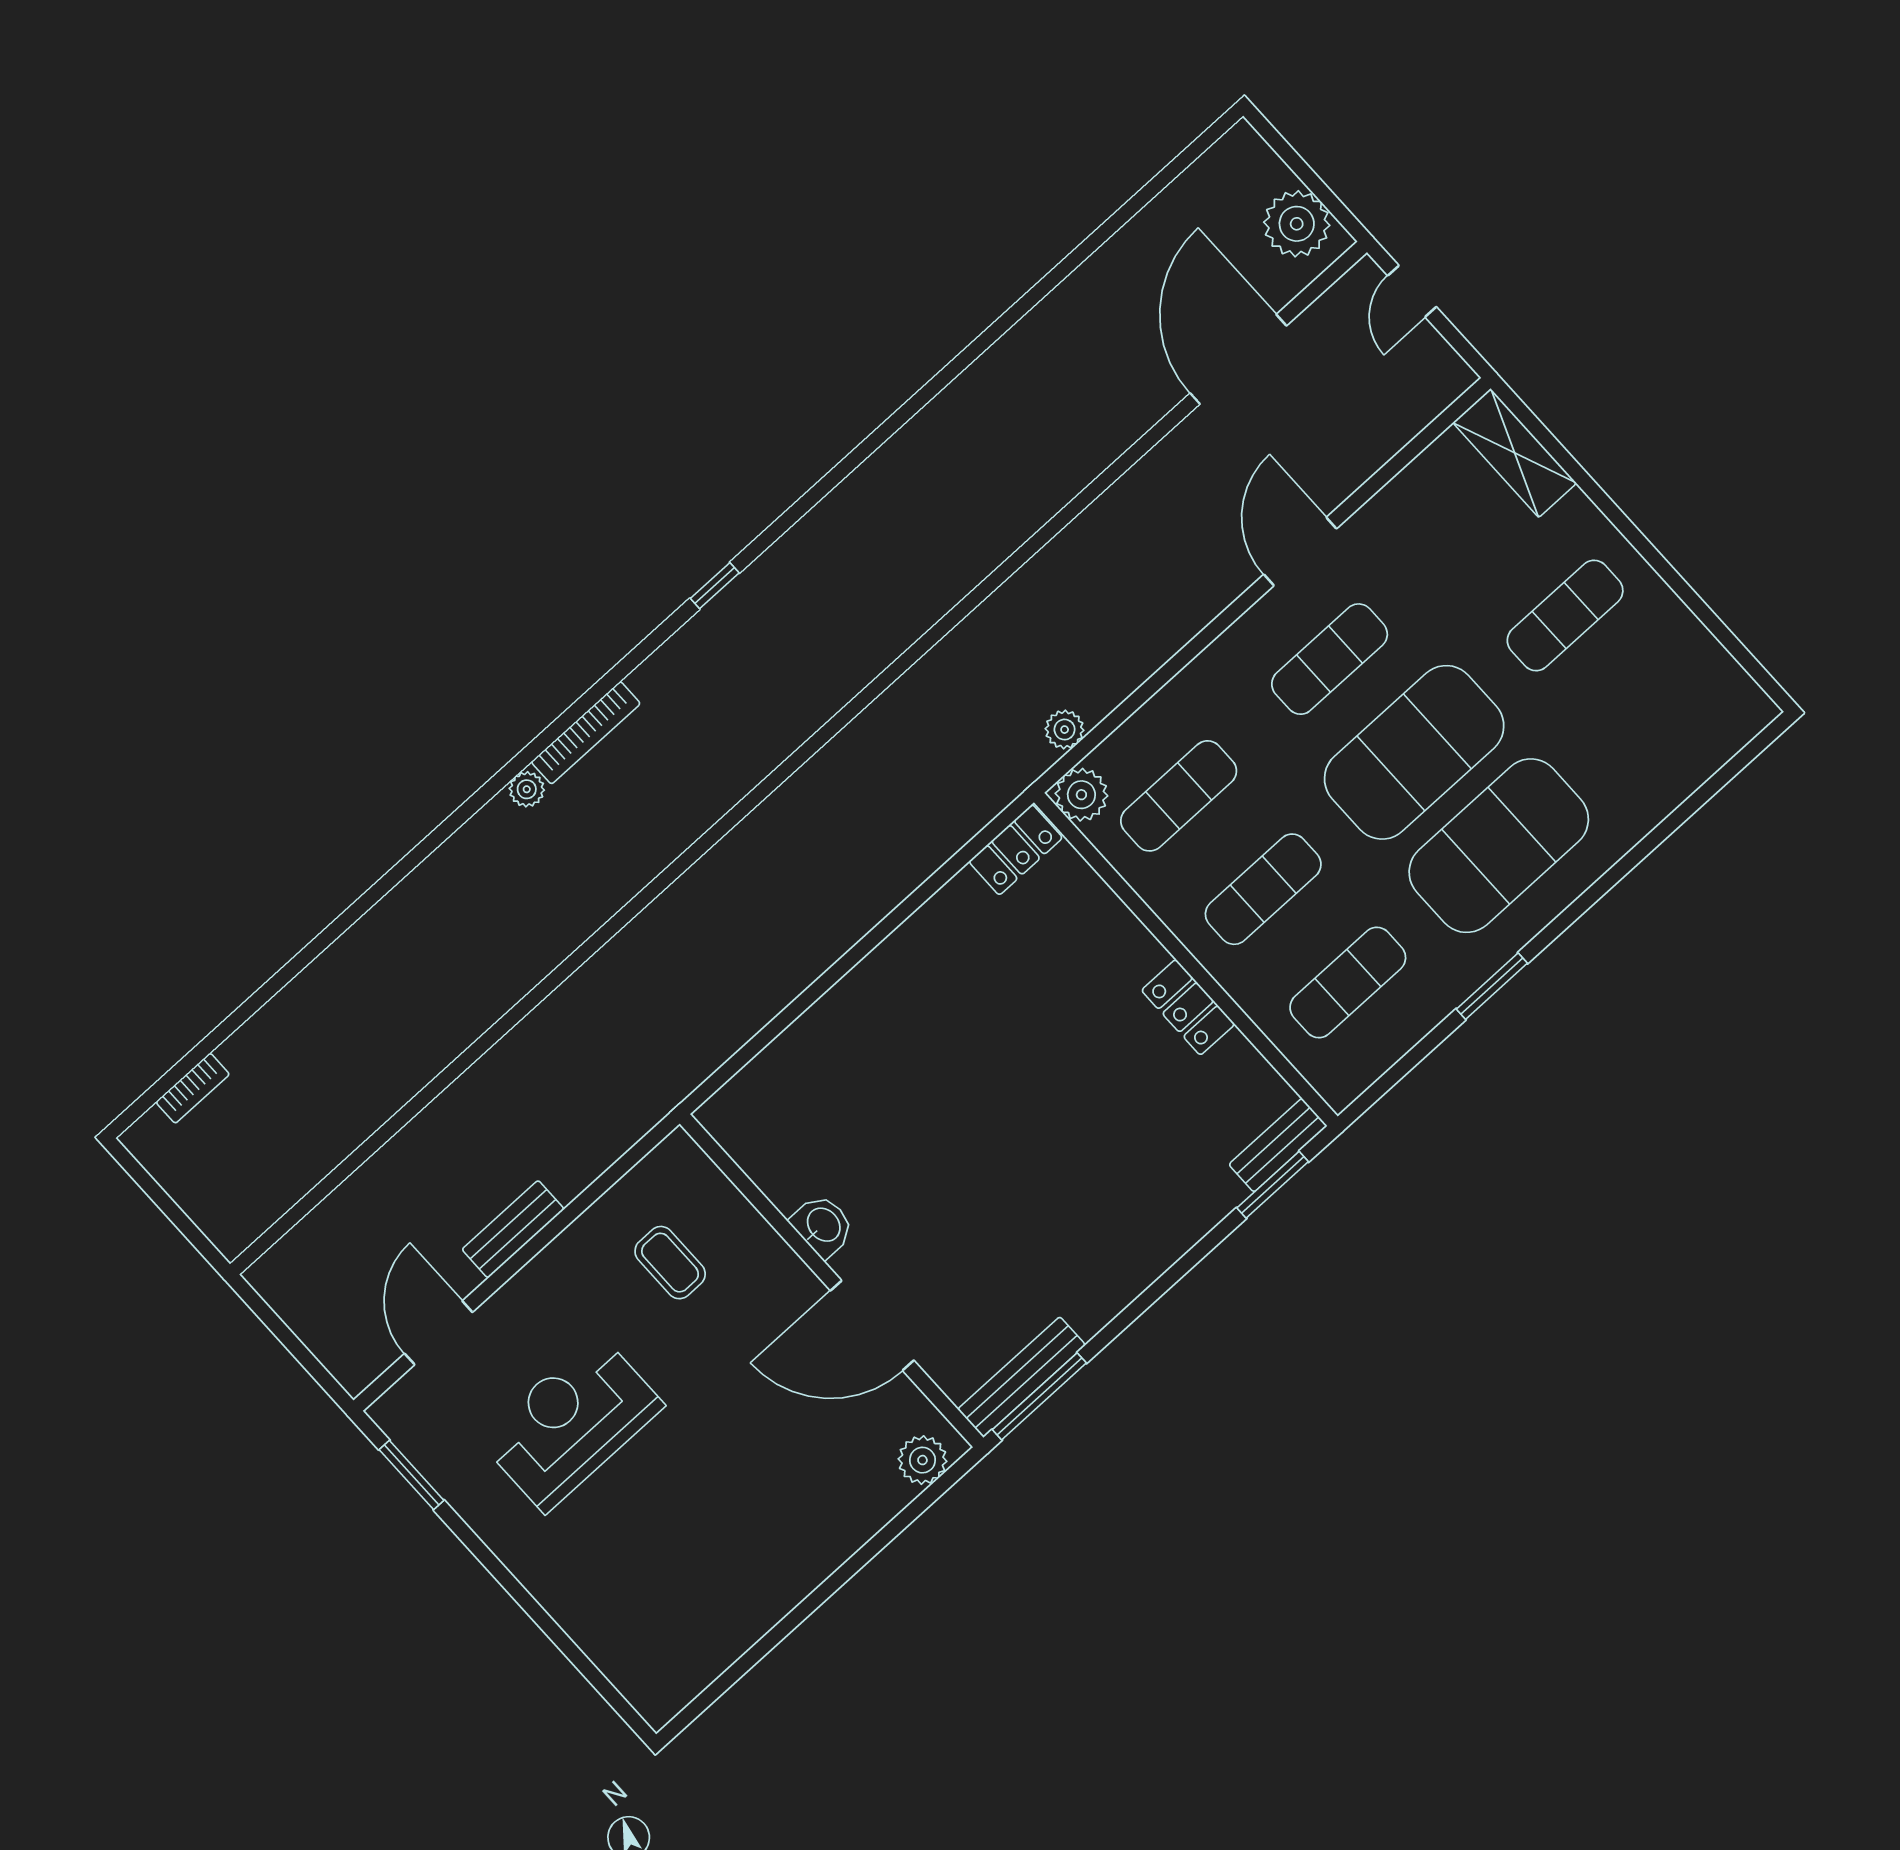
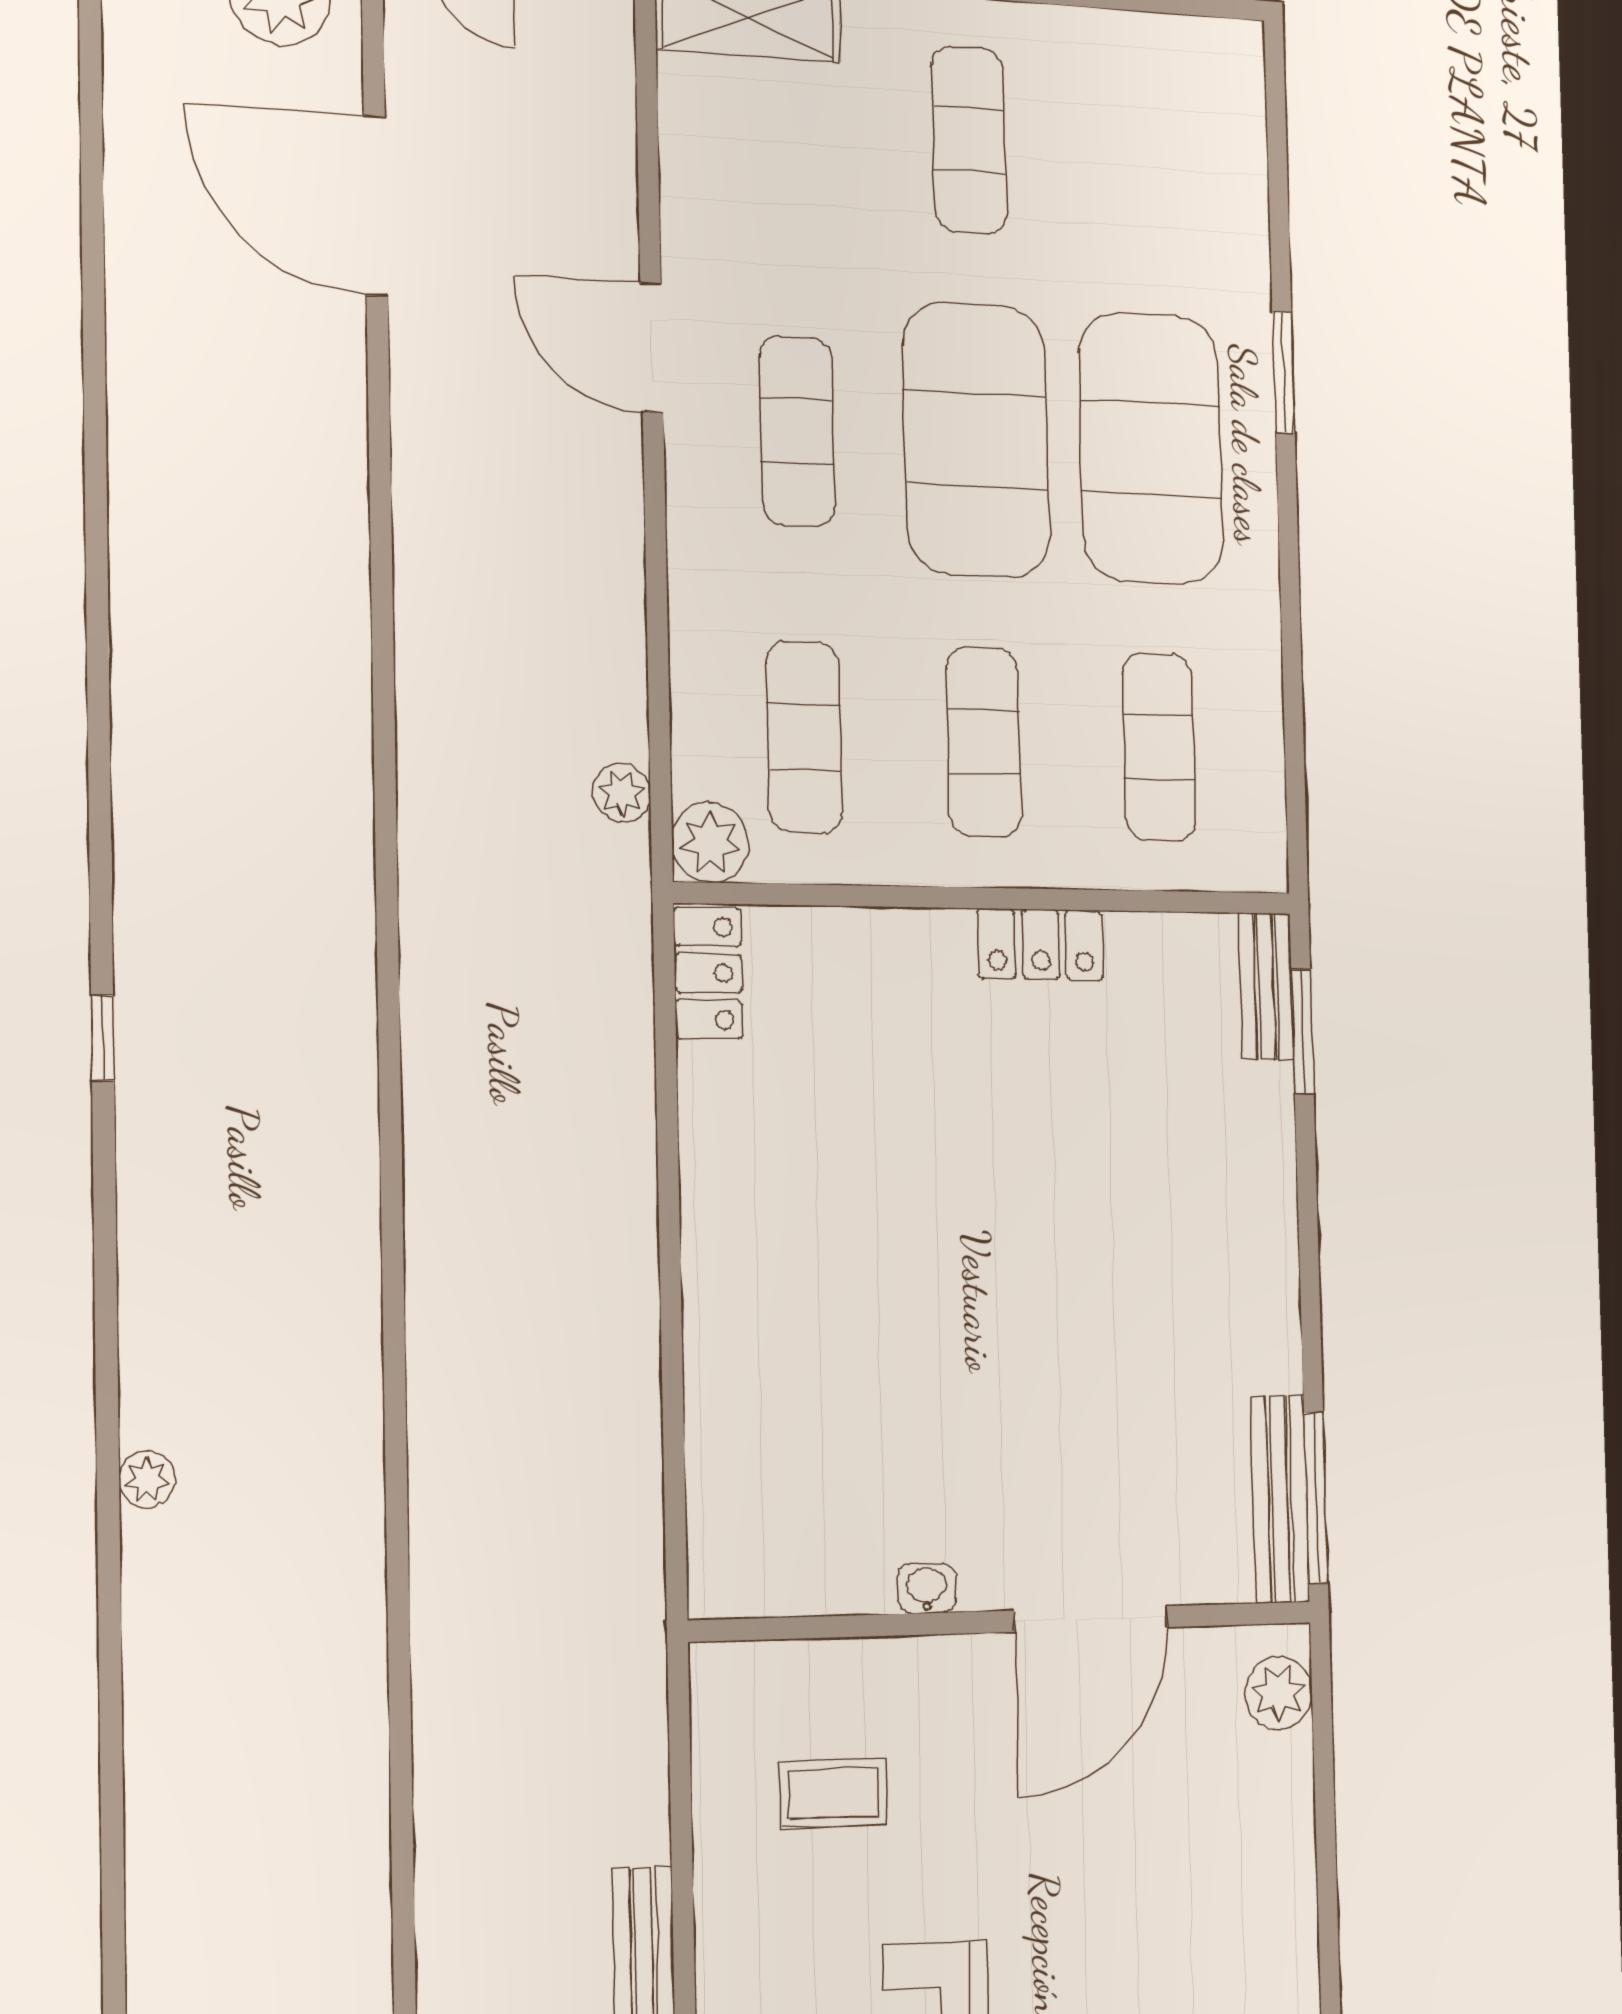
bookcase: (586, 733) -> (142, 1348), removed
window: (1492, 986) -> (1284, 372), moved
washbasin: (823, 1226) -> (927, 1588), width x0.72, depth x0.69

